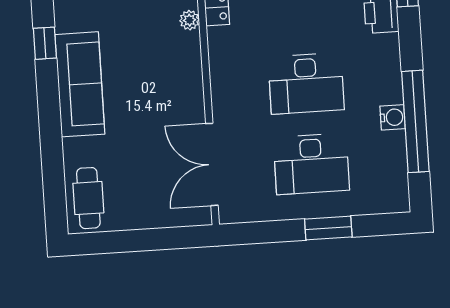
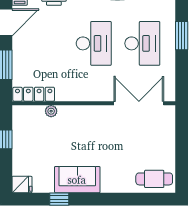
sofa: (80, 84) -> (77, 180), width x0.73
double door: (212, 164) -> (139, 103), swing flipped

